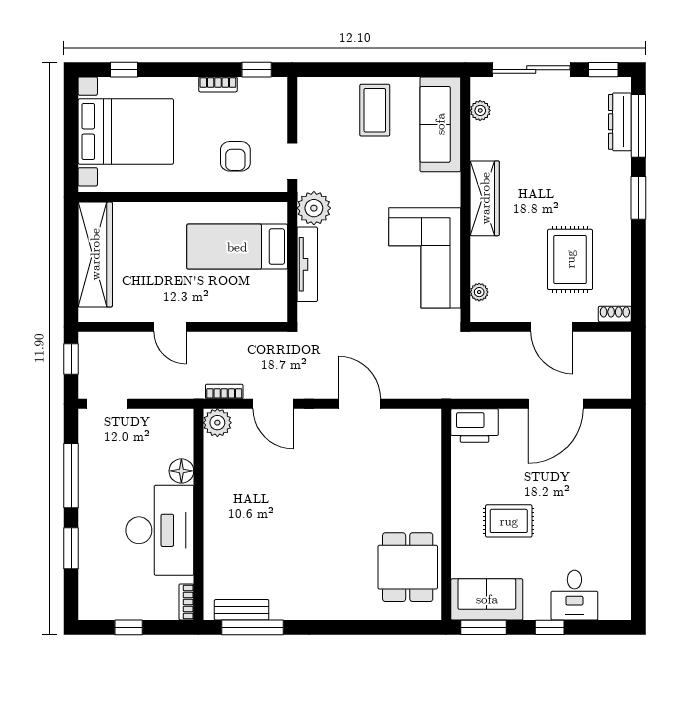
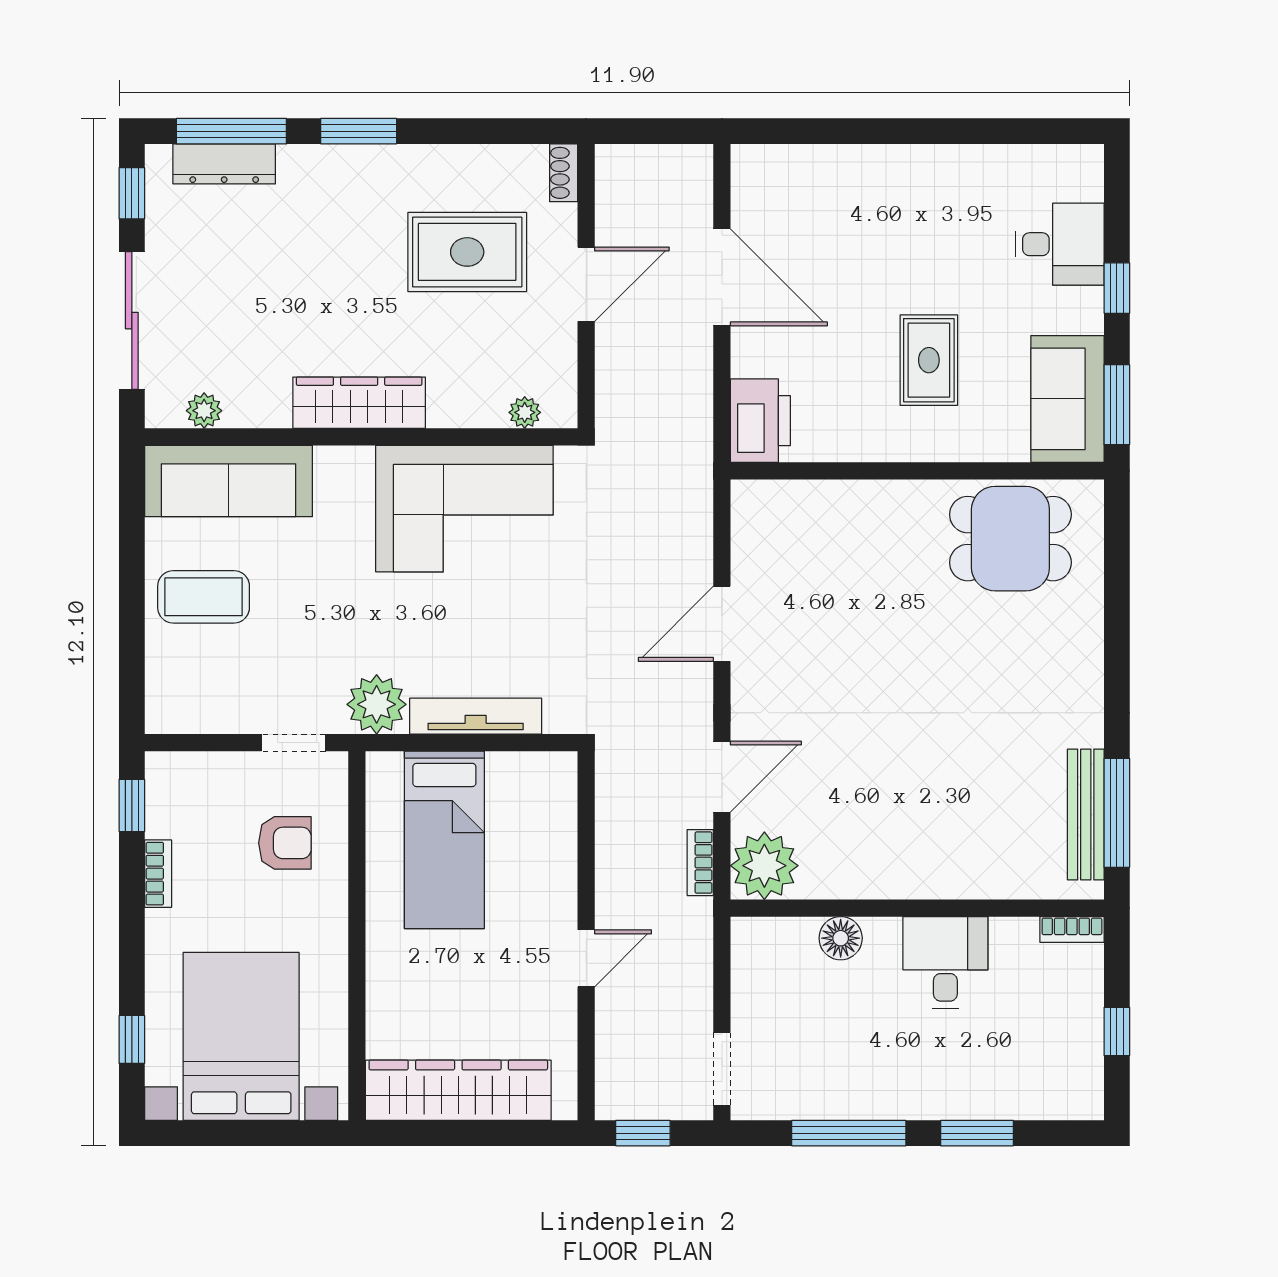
plant: (217, 423) -> (764, 866), width x1.36, depth x1.36
desk: (160, 530) -> (945, 963), width x0.53, depth x0.77
bench: (242, 610) -> (1086, 815), width x1.36

